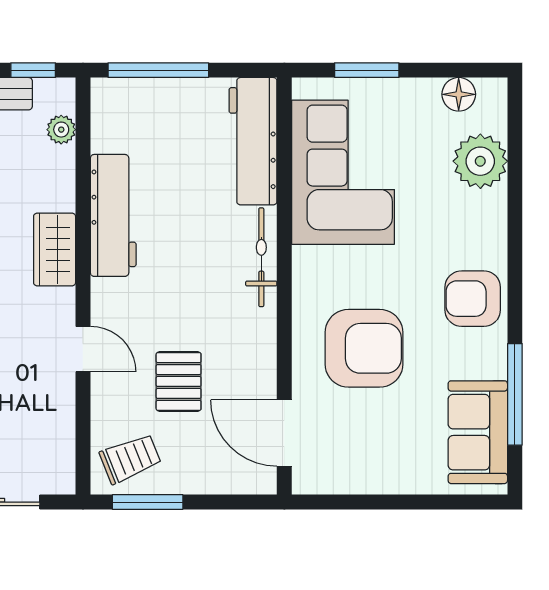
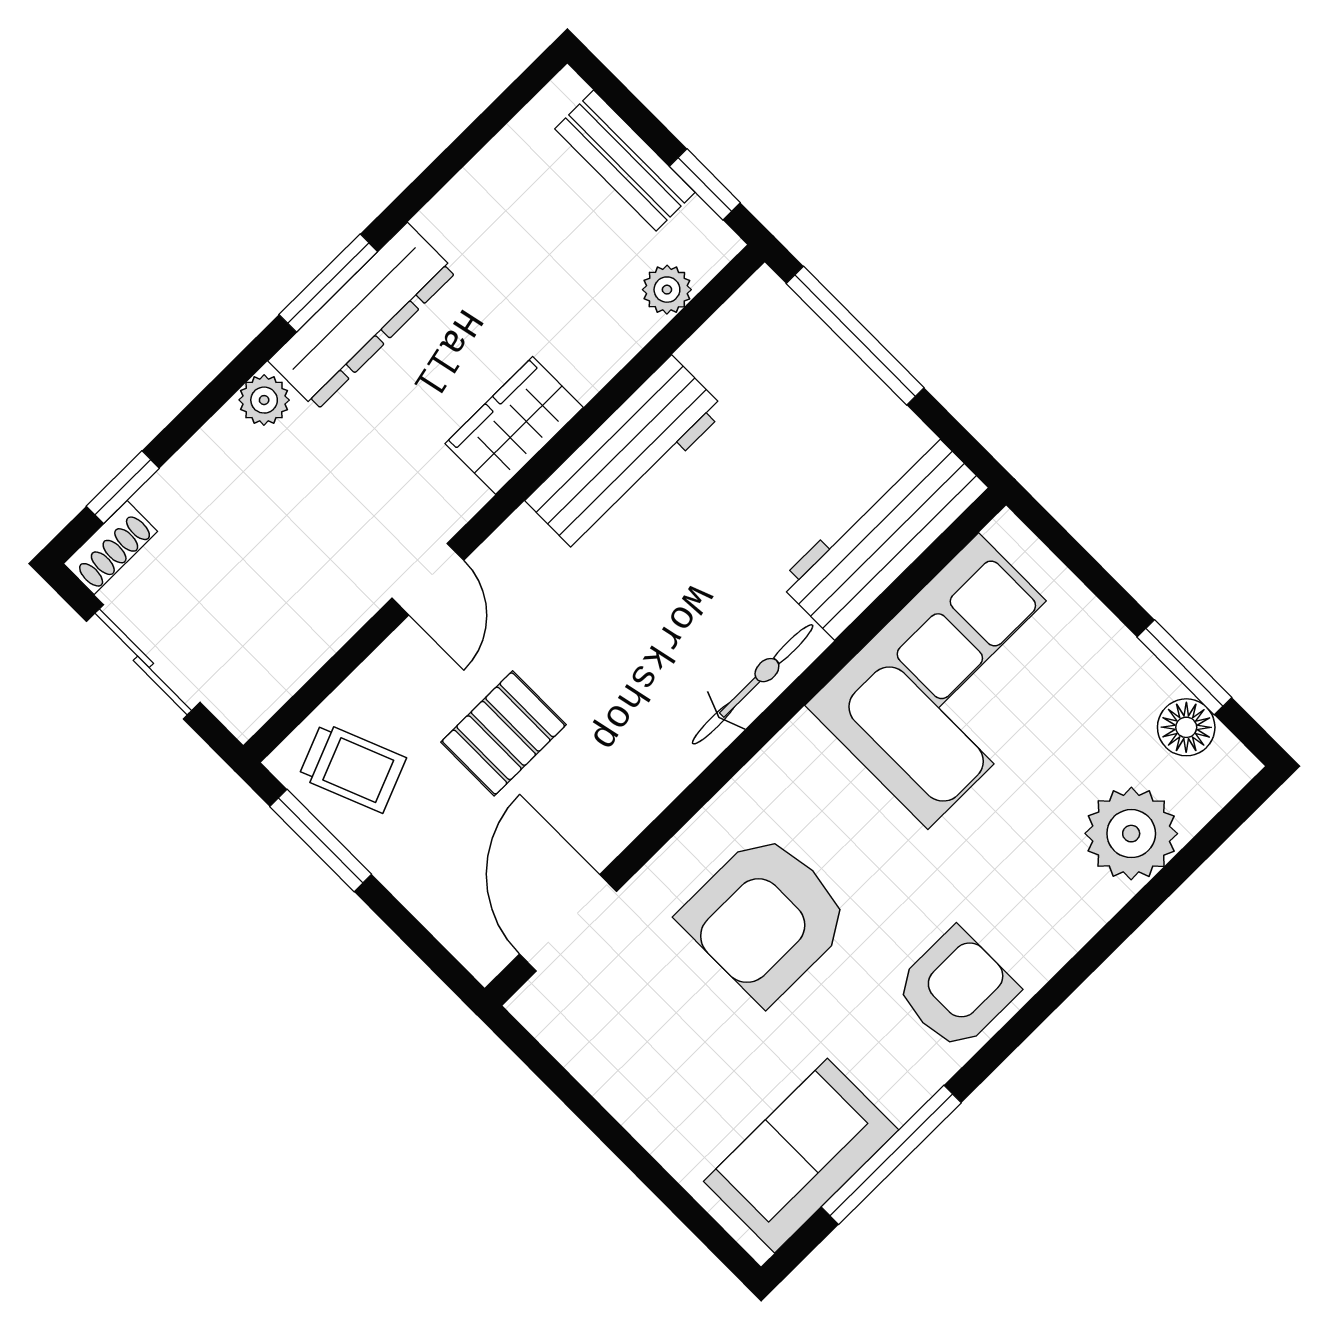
window: (367, 70) -> (1184, 667), moved
armchair: (473, 299) -> (956, 989), turned 90
armchair: (364, 348) -> (766, 918), turned 90

